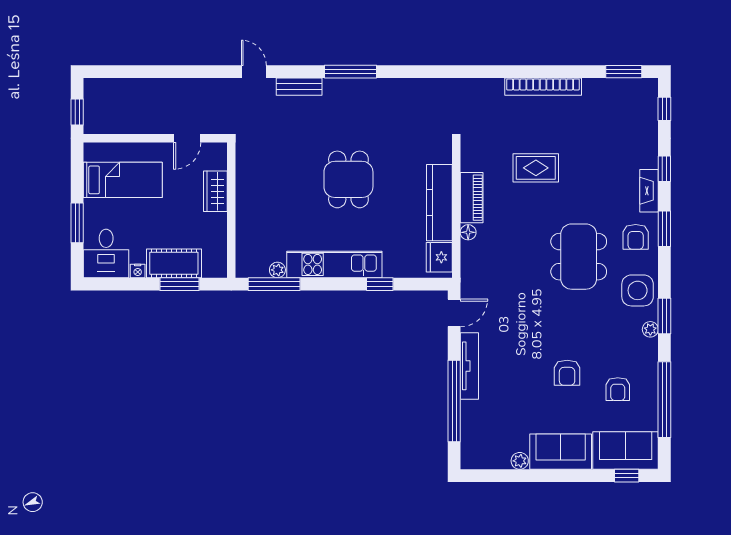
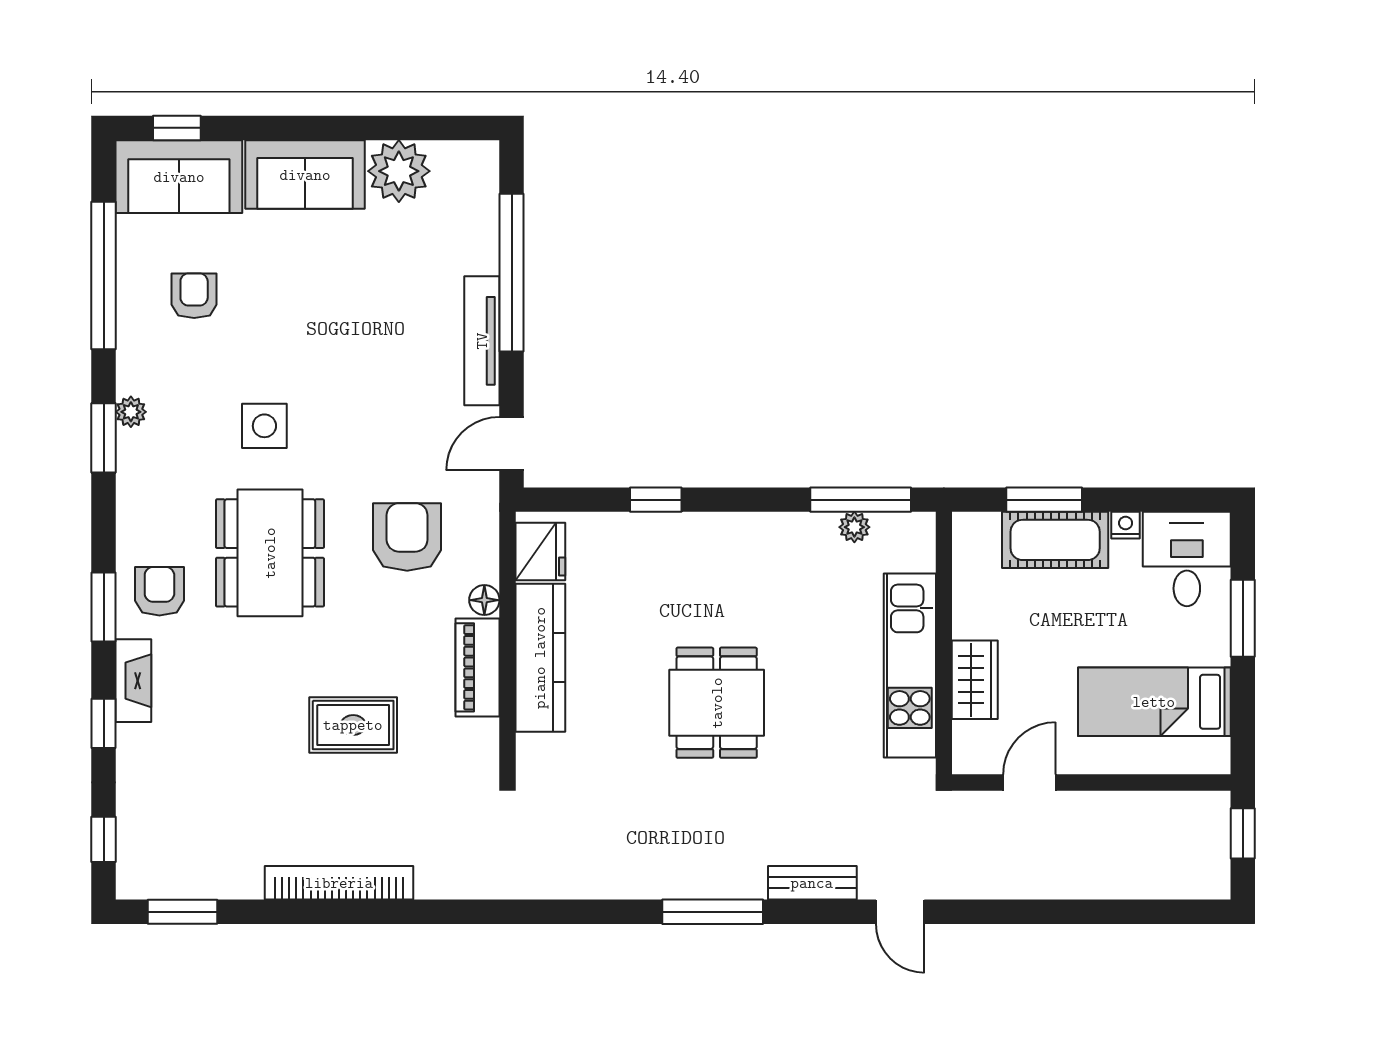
kitchen unit: (334, 264) -> (910, 666), moved, turned 90
side table: (638, 290) -> (264, 426), moved, width x0.73, depth x0.73
armchair: (567, 373) -> (407, 537), moved, width x1.38, depth x1.38
plant: (520, 461) -> (399, 171), width x1.87, depth x1.87

